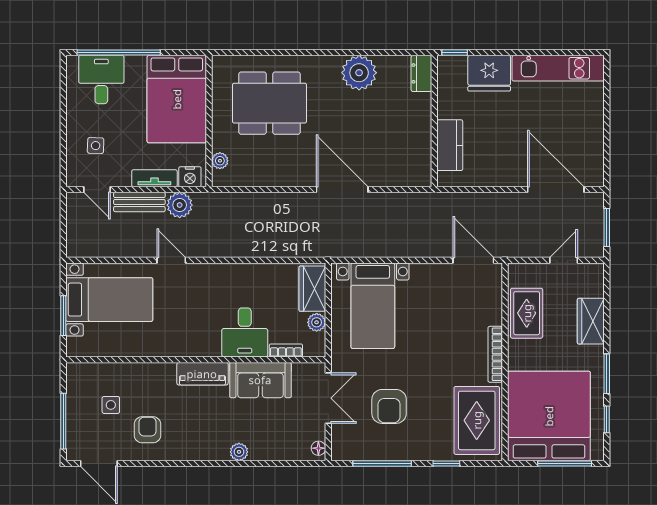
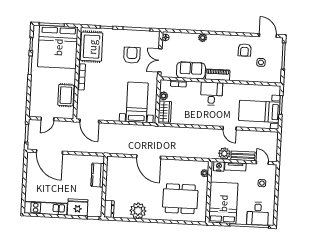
wardrobe: (591, 321) -> (36, 90), removed
desk: (245, 332) -> (212, 94), moved

